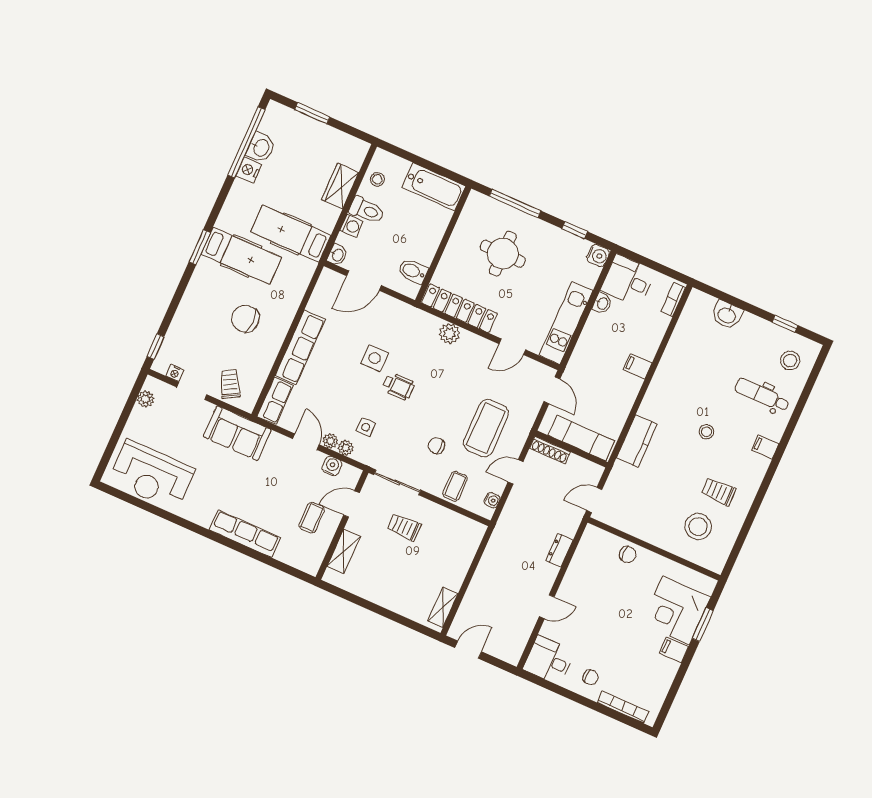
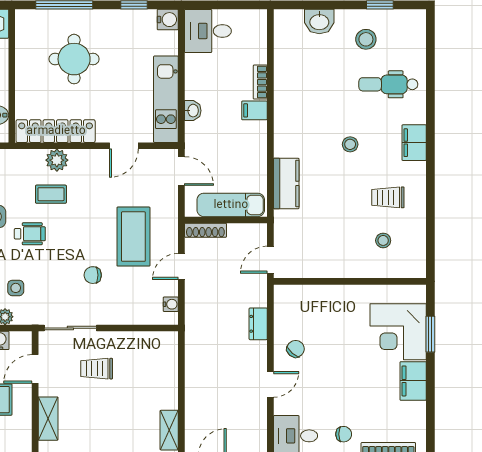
bookcase: (673, 299) -> (260, 82), moved
washbasin: (602, 303) -> (193, 111), moved
stool: (790, 361) -> (366, 39), moved
filing cabinet: (765, 447) -> (414, 143), width x2.00
coffee table: (455, 486) -> (51, 194), moved, turned 90
stool: (698, 527) -> (383, 240), width x0.53, depth x0.53
chair: (628, 555) -> (296, 349), moved, turned -49
filing cabinet: (674, 650) -> (413, 381), width x2.00

